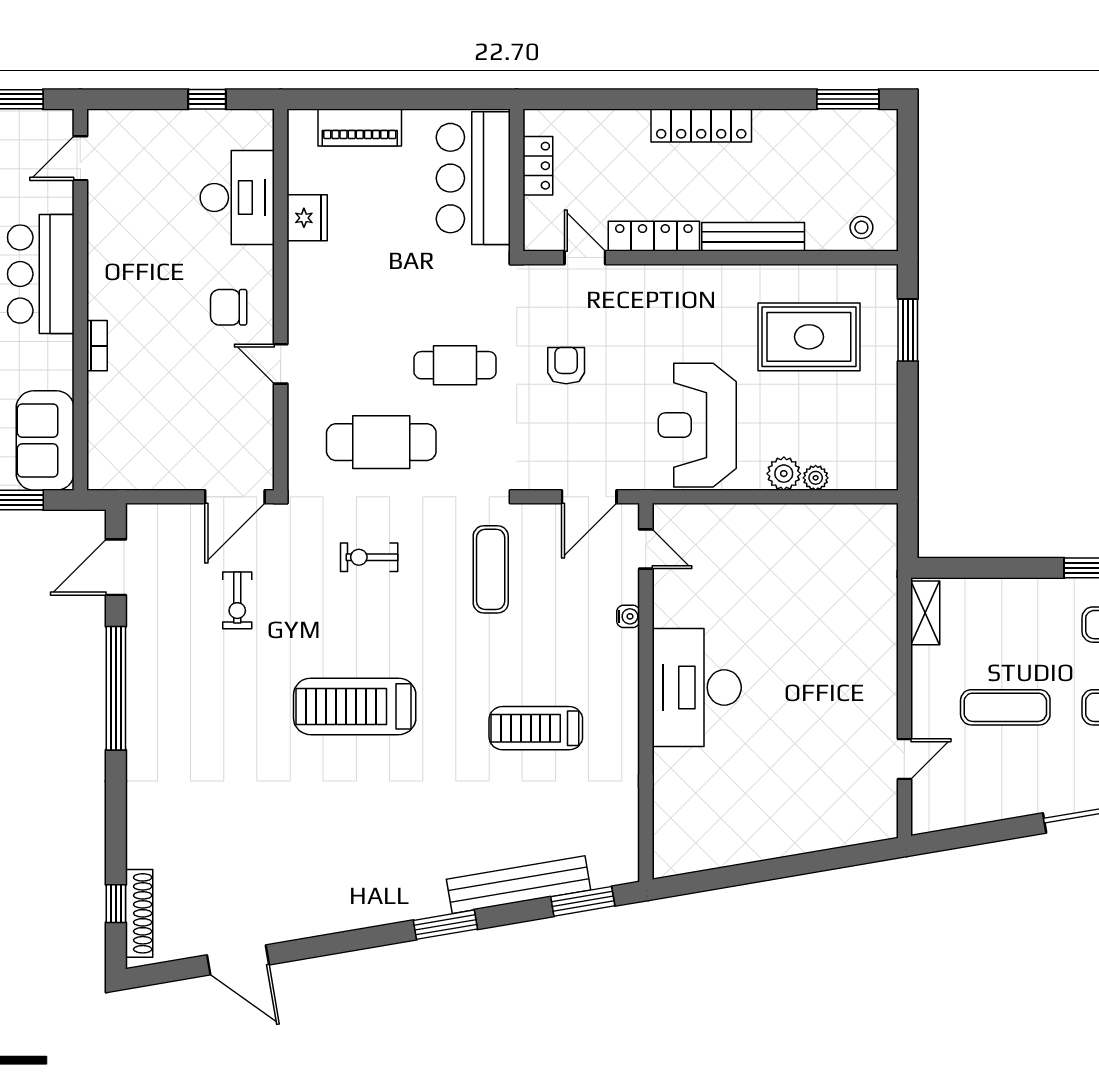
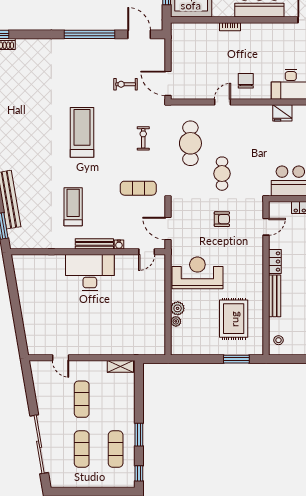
locker: (654, 236) -> (275, 262), width x0.66
bench: (627, 677) -> (94, 244), added

